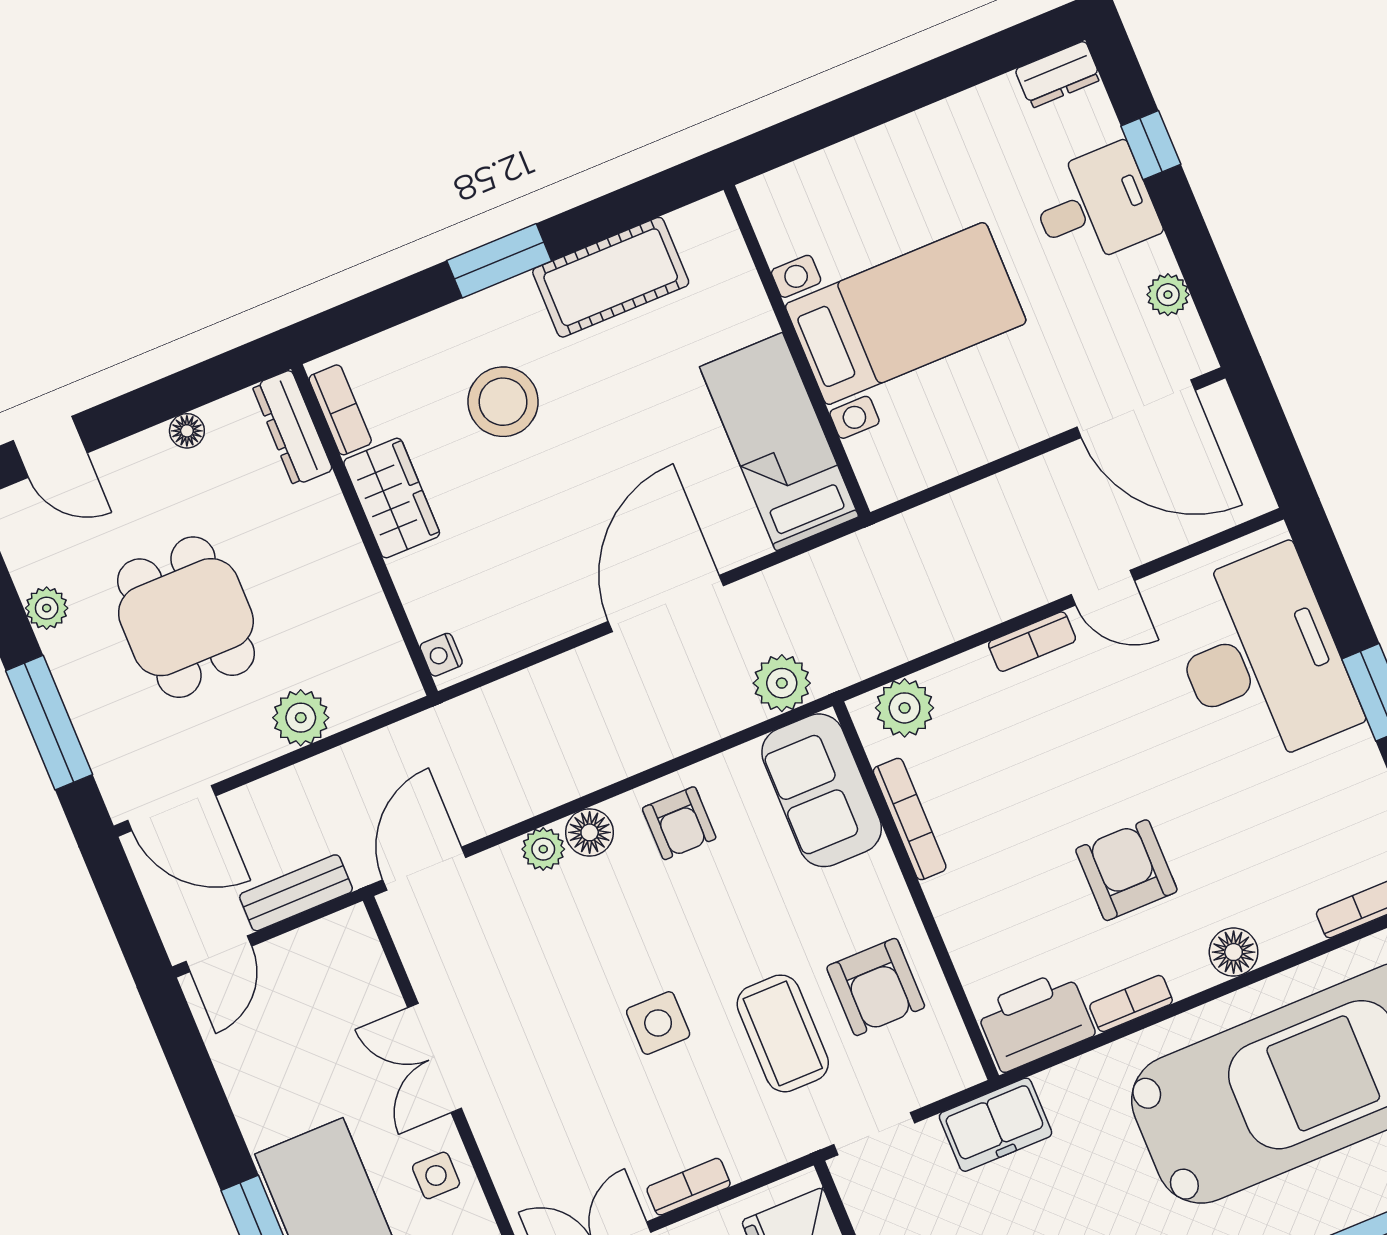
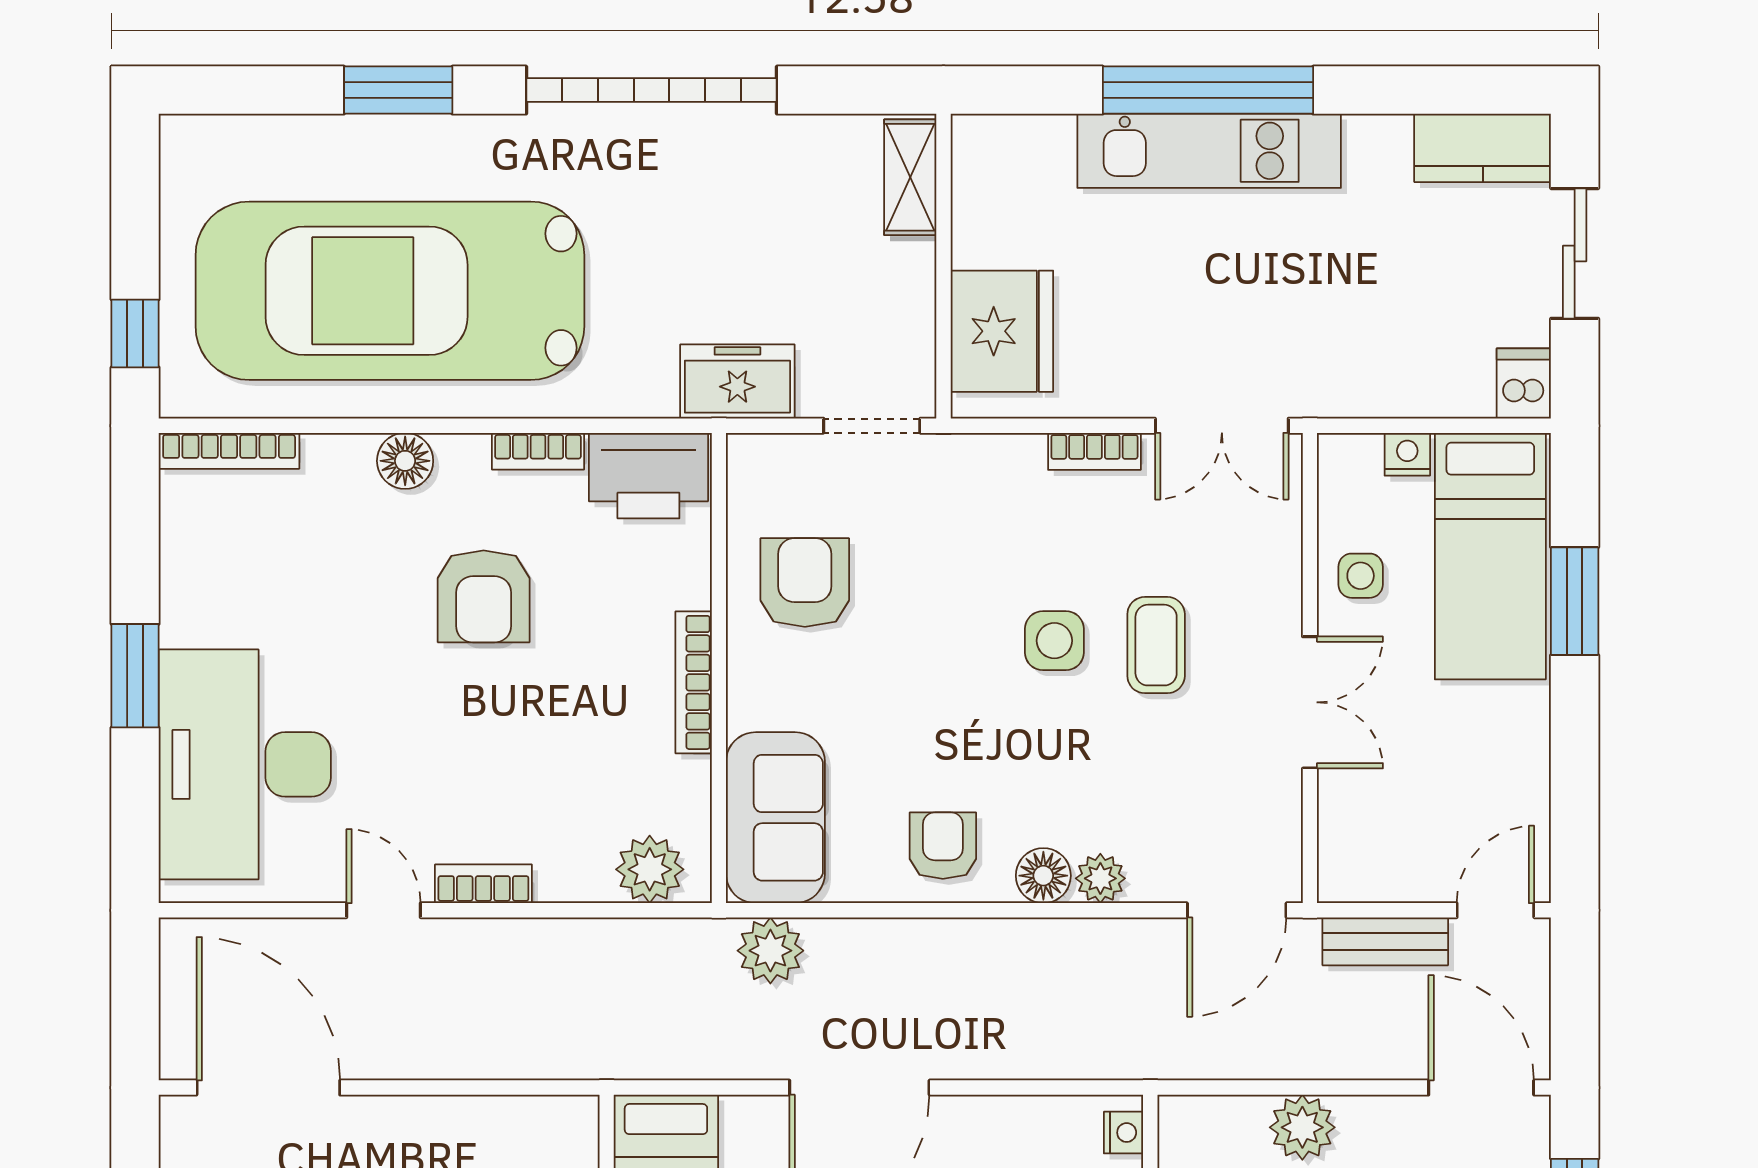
bookcase: (910, 819) -> (694, 682), moved
coffee table: (783, 1033) -> (1156, 645), moved, width x0.73, depth x0.77

